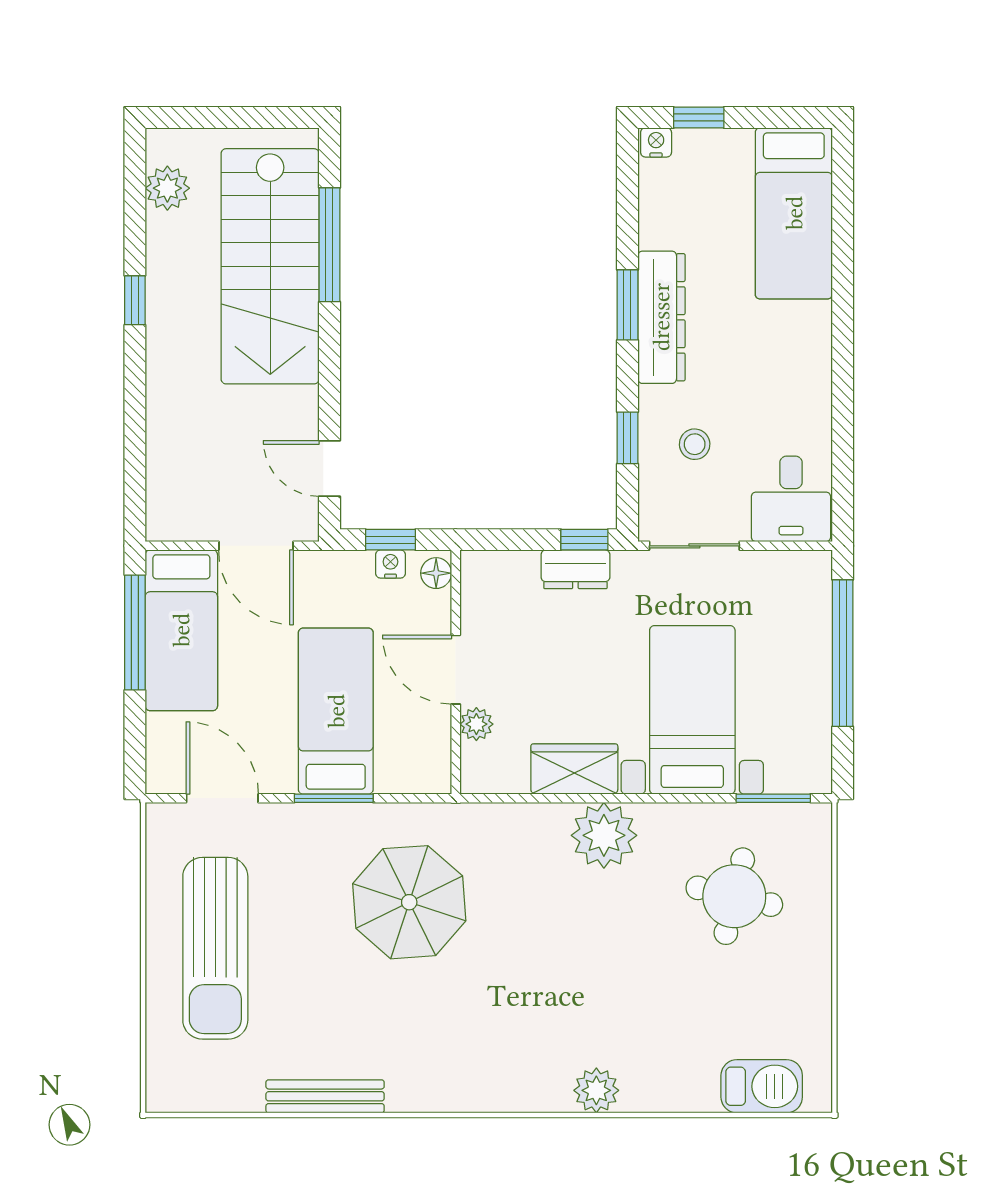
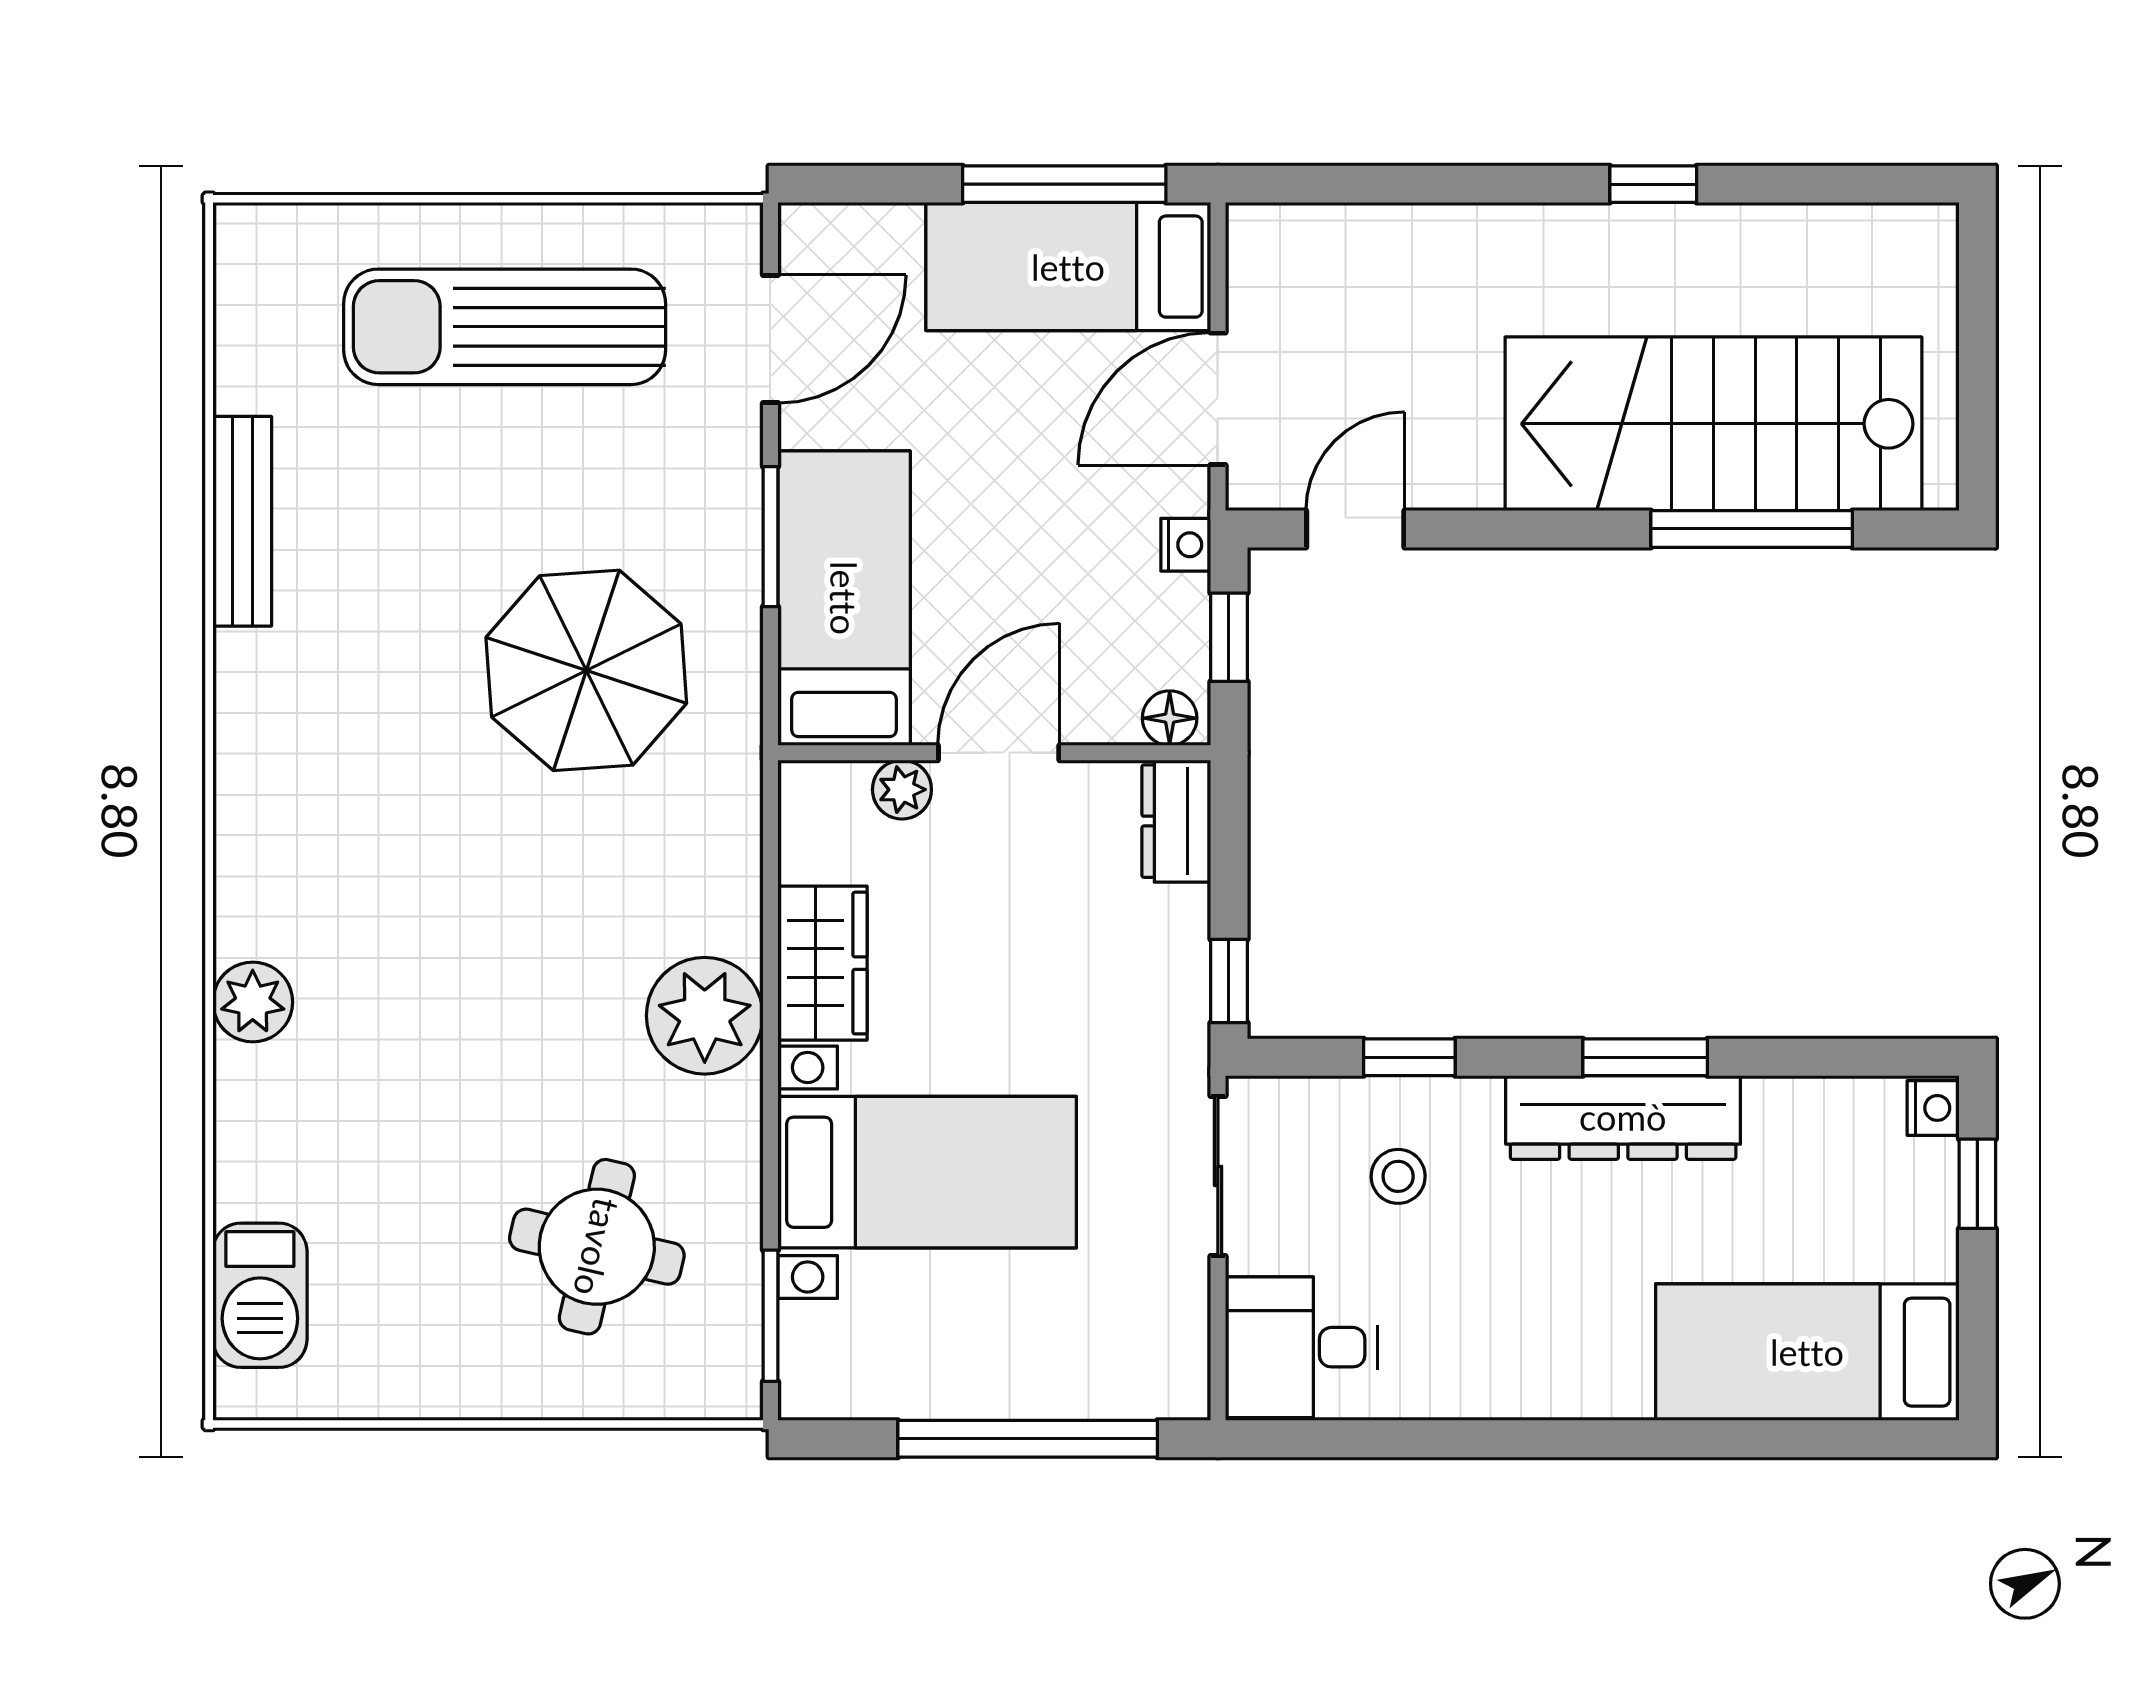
plant: (167, 188) -> (1852, 242), removed
nightstand: (390, 564) -> (1186, 545), moved
dresser: (575, 569) -> (1176, 821), moved
bed: (336, 711) -> (844, 598), moved, turned -90

